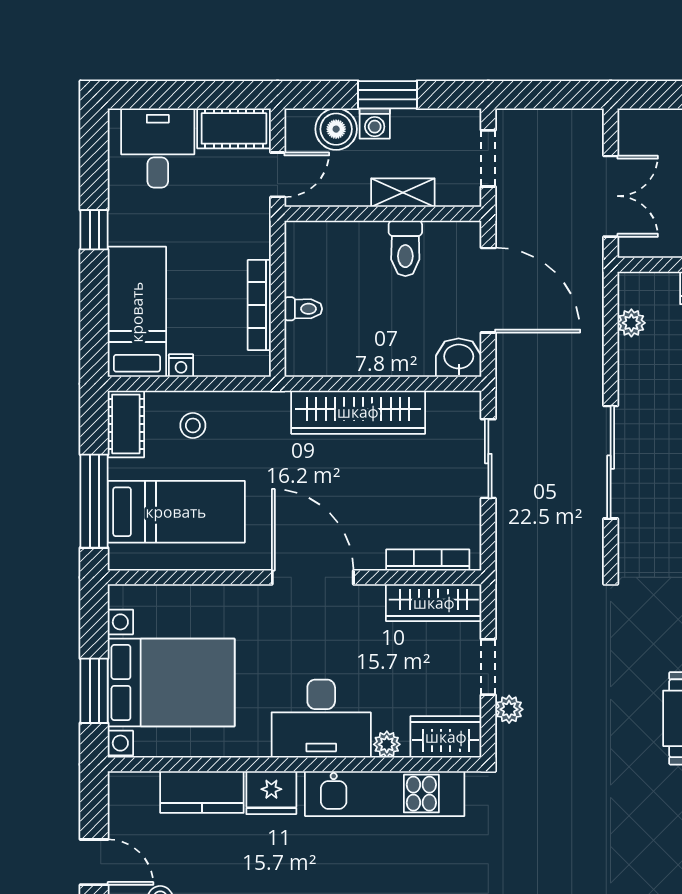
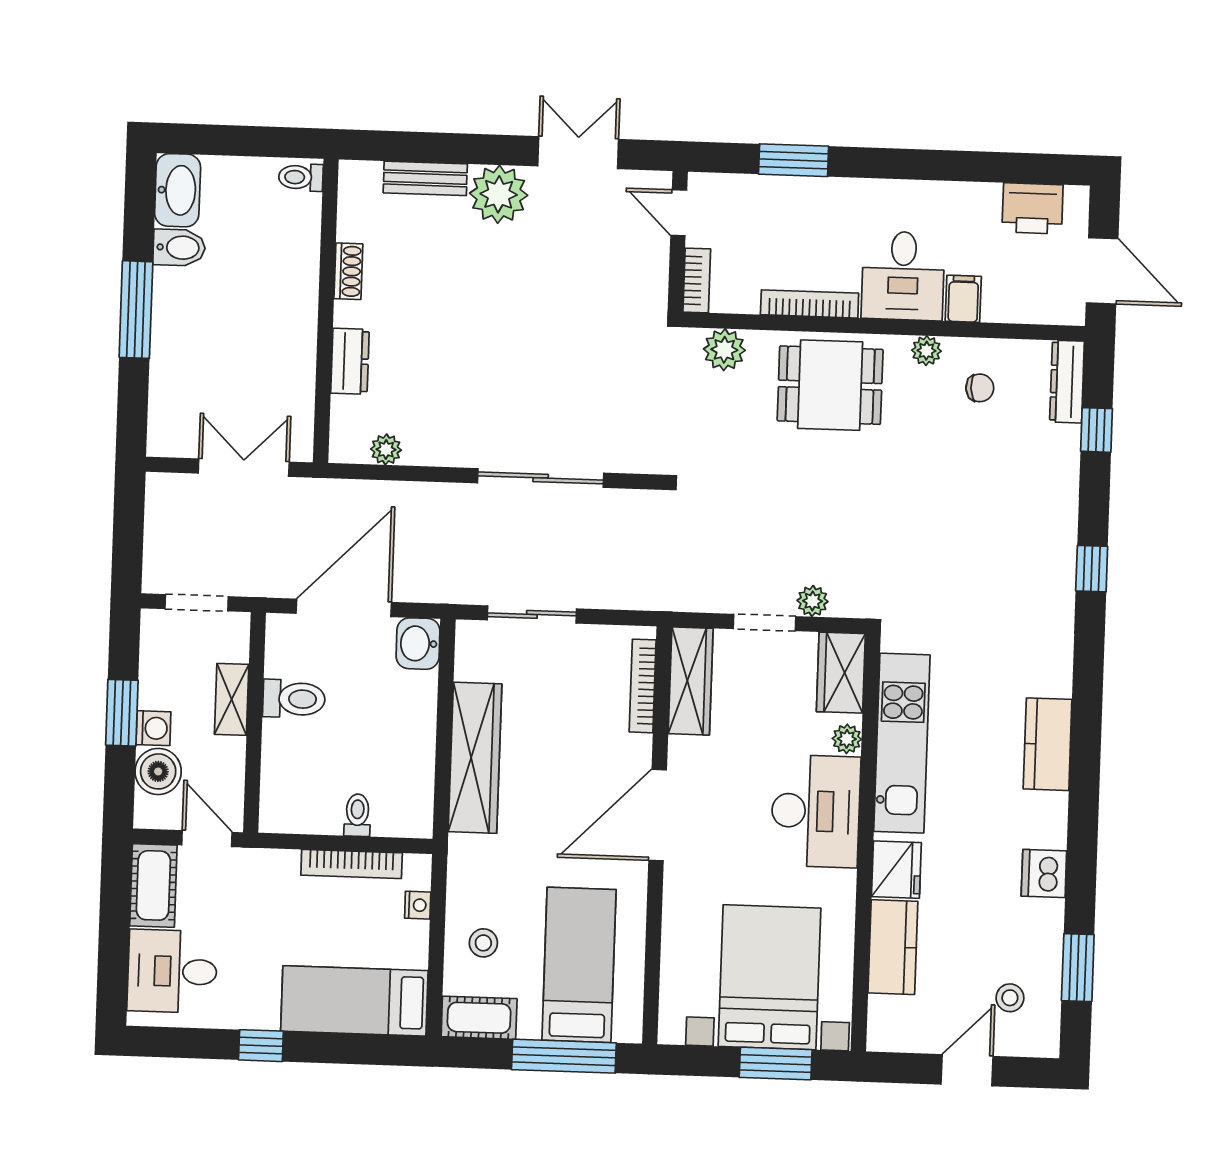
nightstand: (181, 366) -> (418, 905), moved

